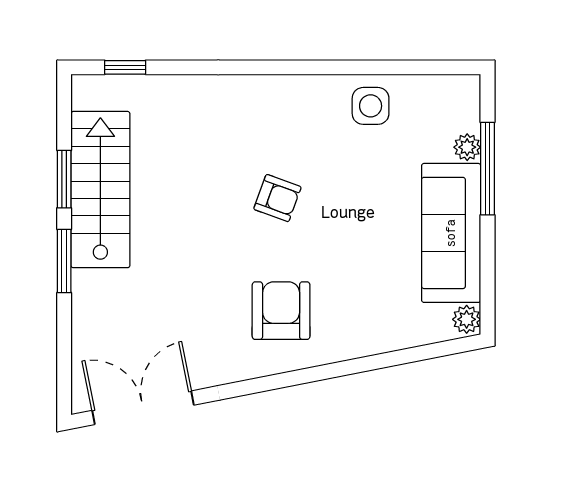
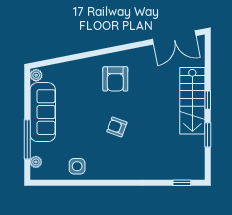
plant: (467, 147) -> (36, 162), moved
stairs: (100, 190) -> (192, 101), moved
window: (64, 261) -> (208, 100), width x0.67

